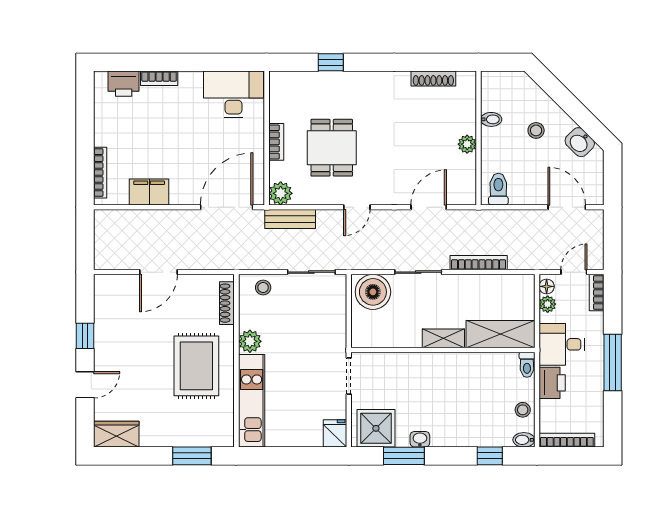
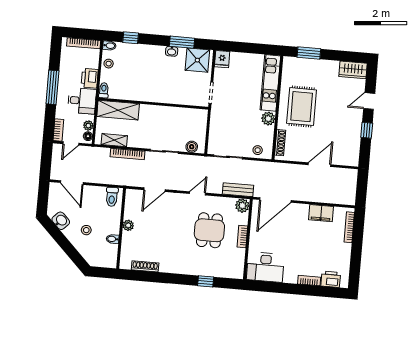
boiler: (373, 292) -> (192, 147), width x0.54, depth x0.54
shelving: (443, 338) -> (114, 140), moved

